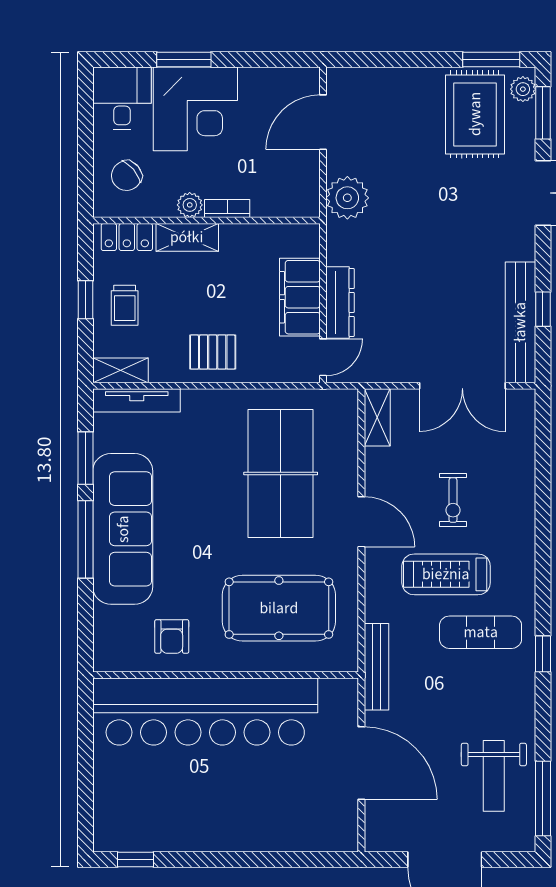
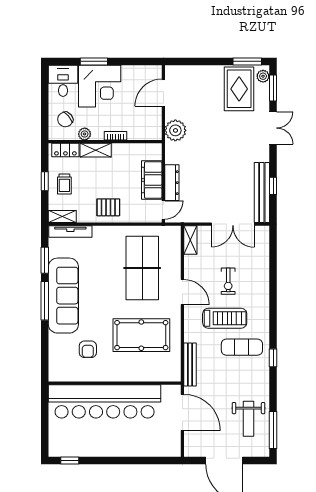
plant: (190, 205) -> (85, 134), moved
treadmill: (446, 574) -> (225, 318), turned 180
wall: (226, 675) -> (115, 383), moved
bar counter: (205, 712) -> (105, 401), moved

